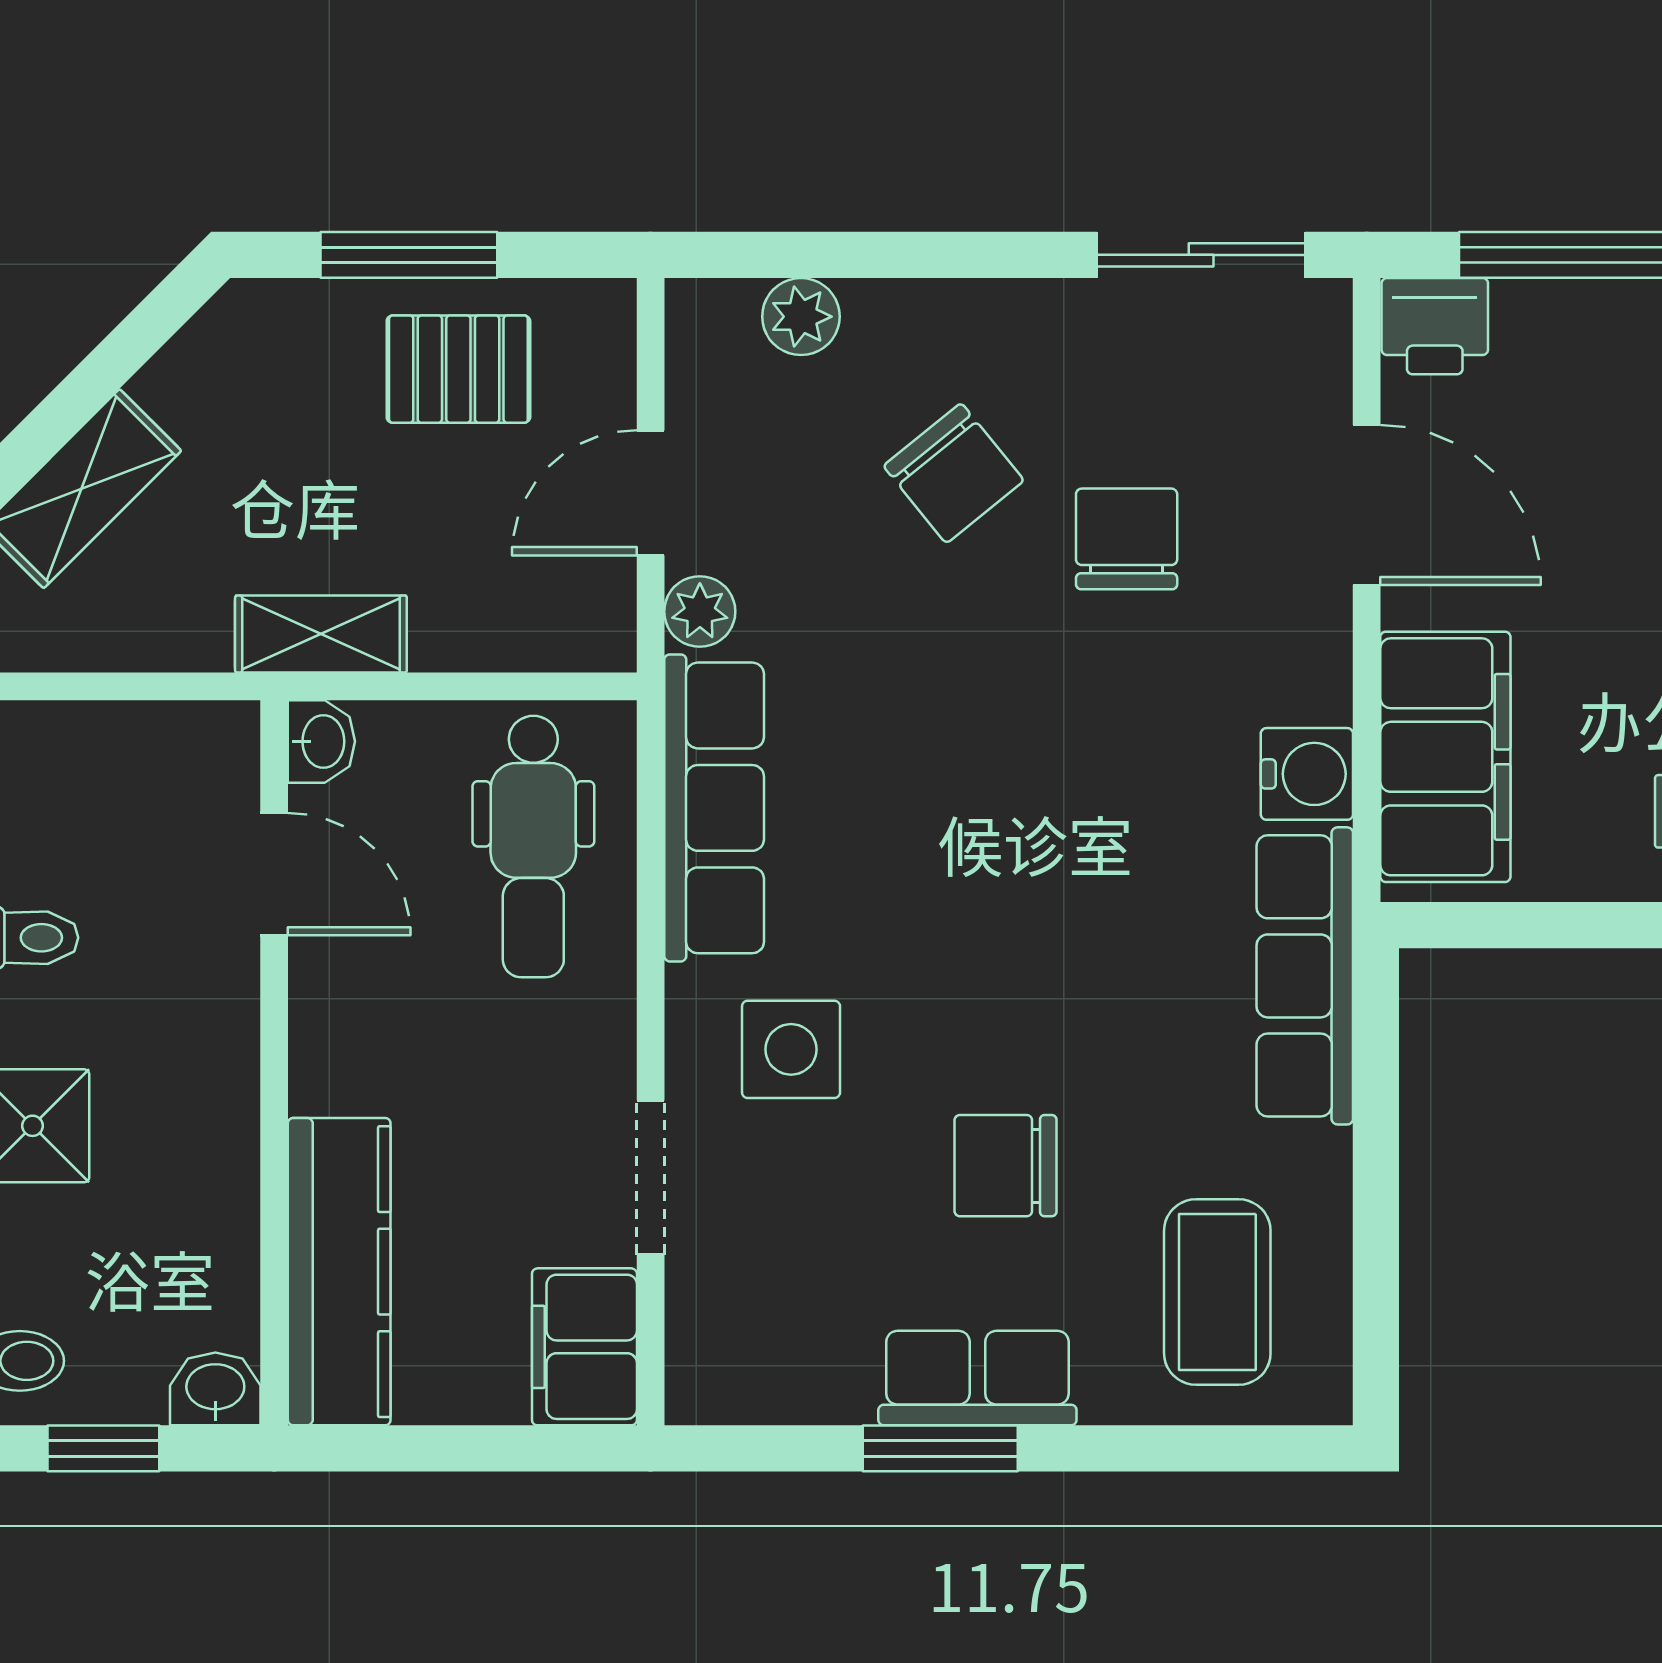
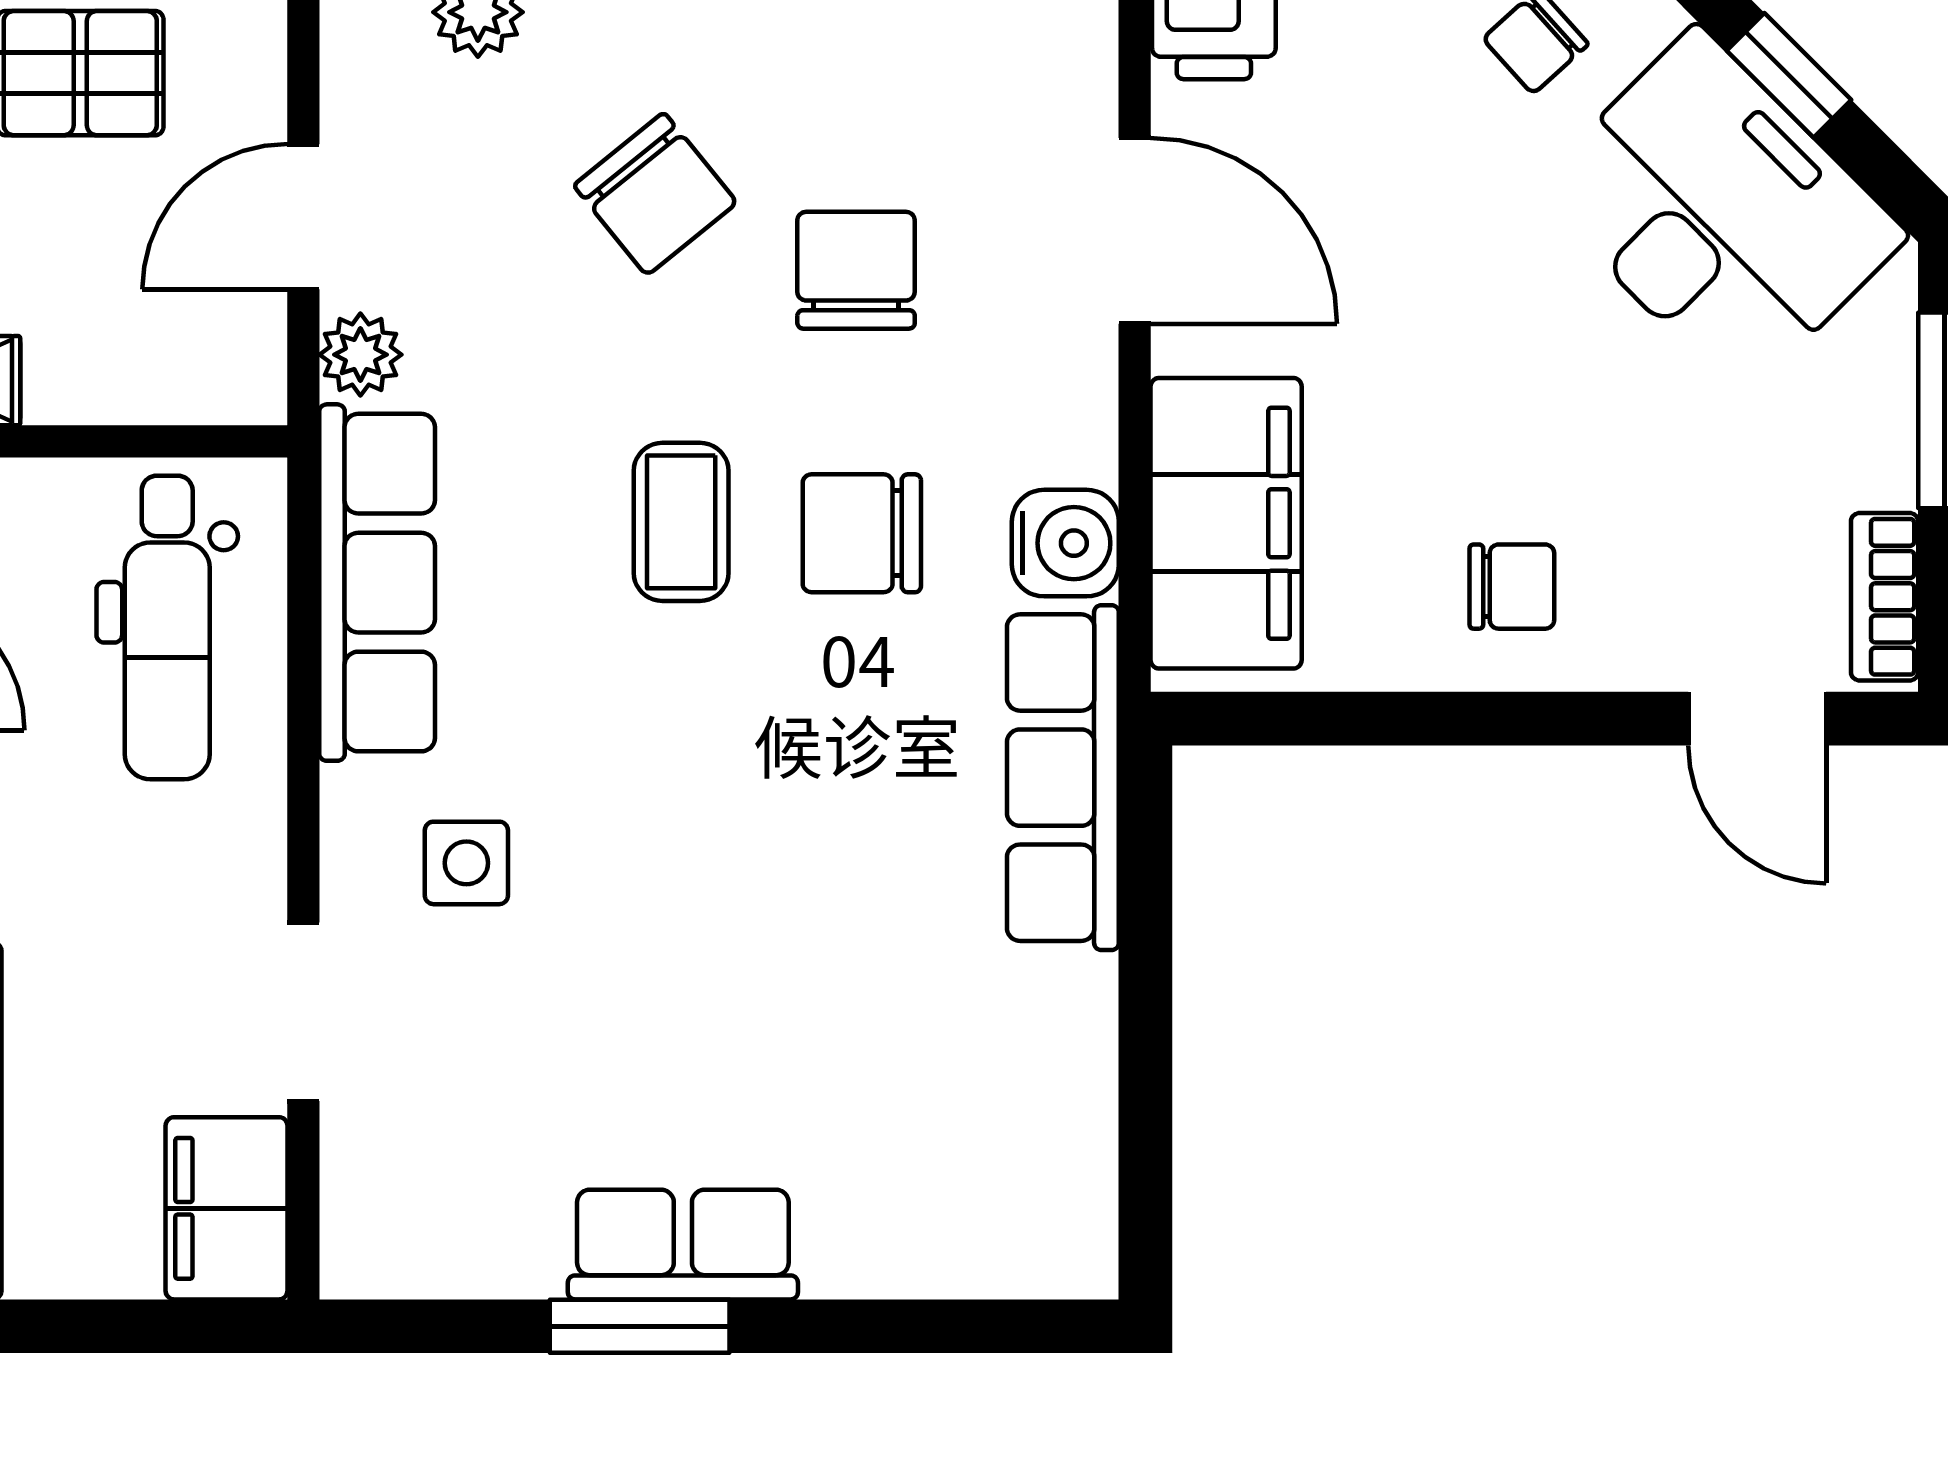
side table: (791, 1049) -> (466, 863), width x0.73, depth x0.73
chair: (1005, 1166) -> (862, 533), moved
coffee table: (1217, 1292) -> (681, 522), moved, width x0.73, depth x0.77

